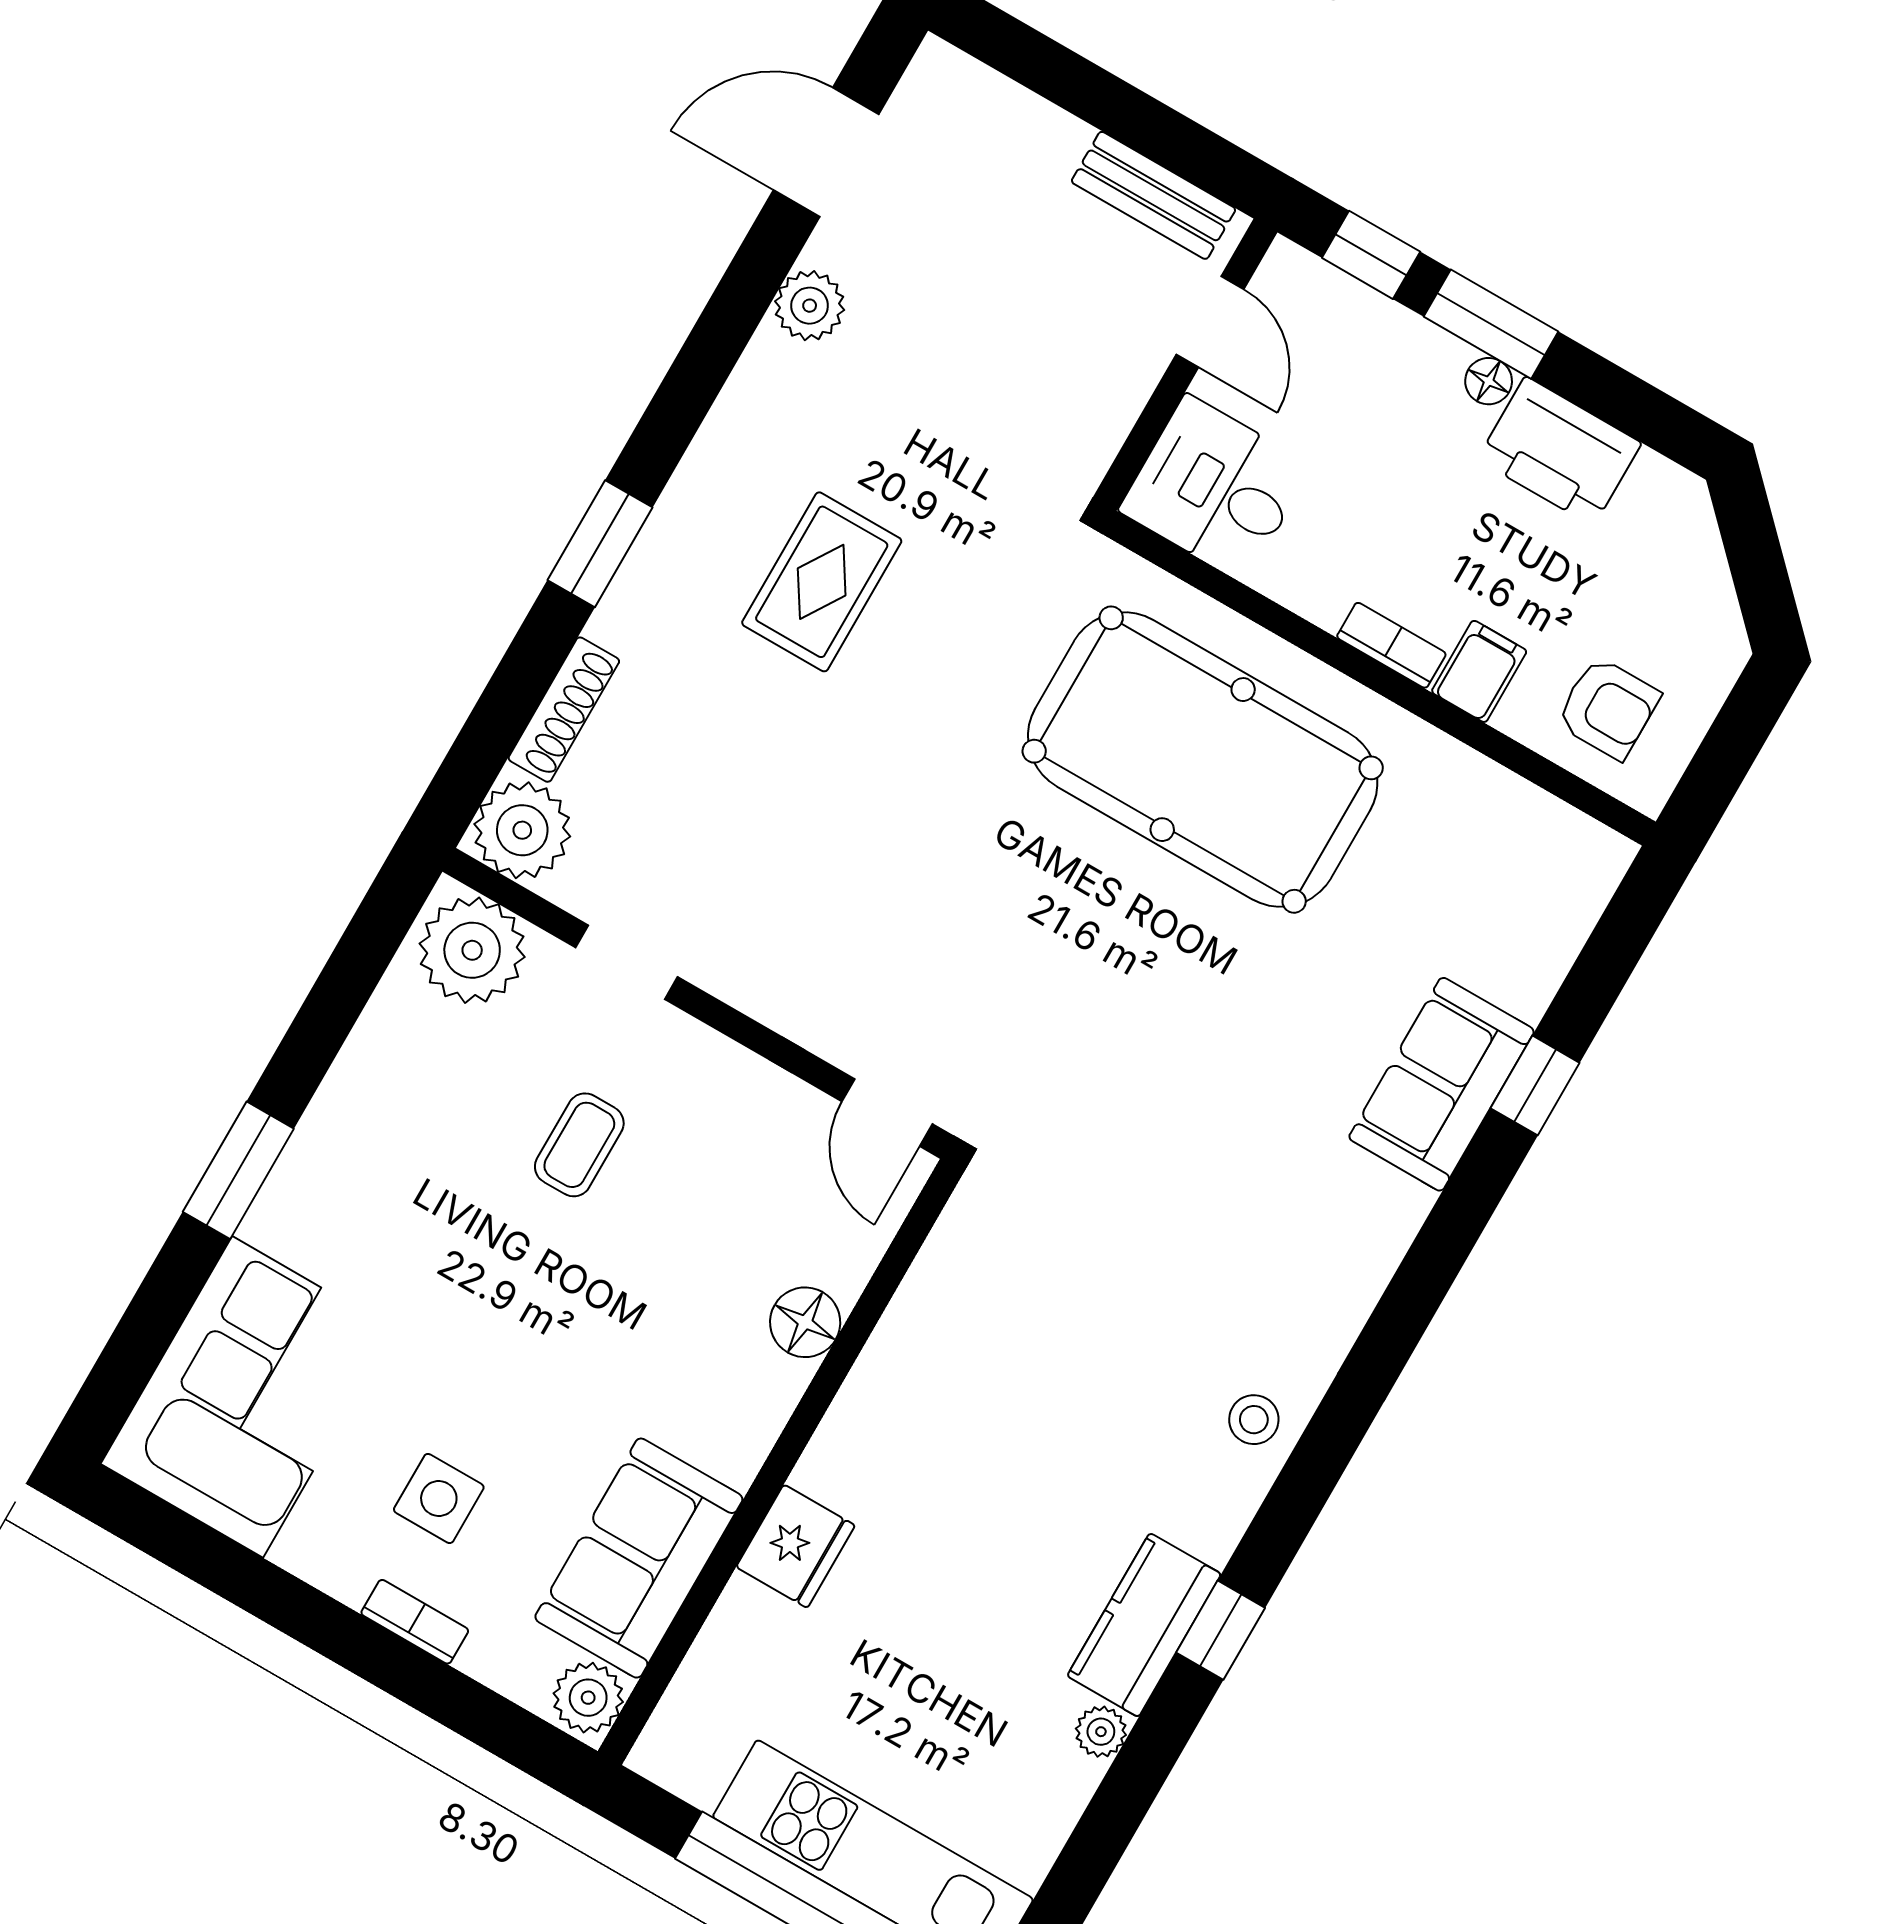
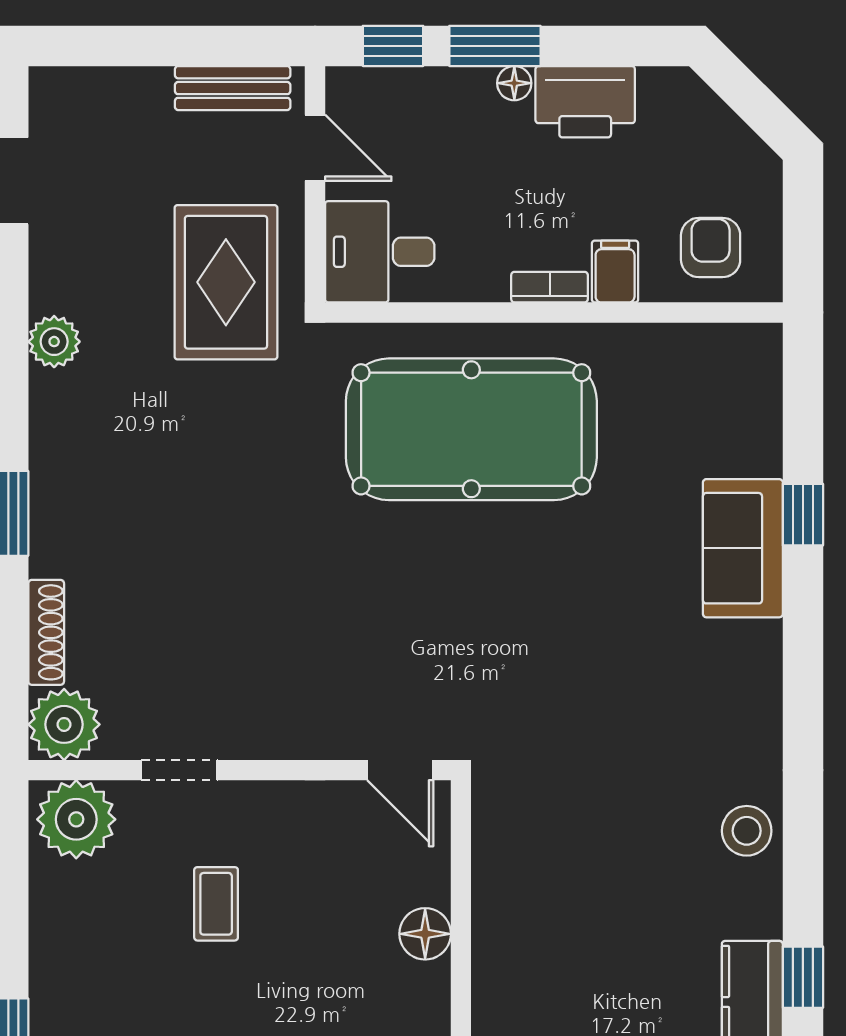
plant: (810, 306) -> (54, 342), moved
rug: (822, 582) -> (226, 282), moved, width x1.36, depth x1.43
armchair: (1608, 708) -> (711, 248), turned -90
stool: (1254, 1420) -> (747, 831), width x1.37, depth x1.37

